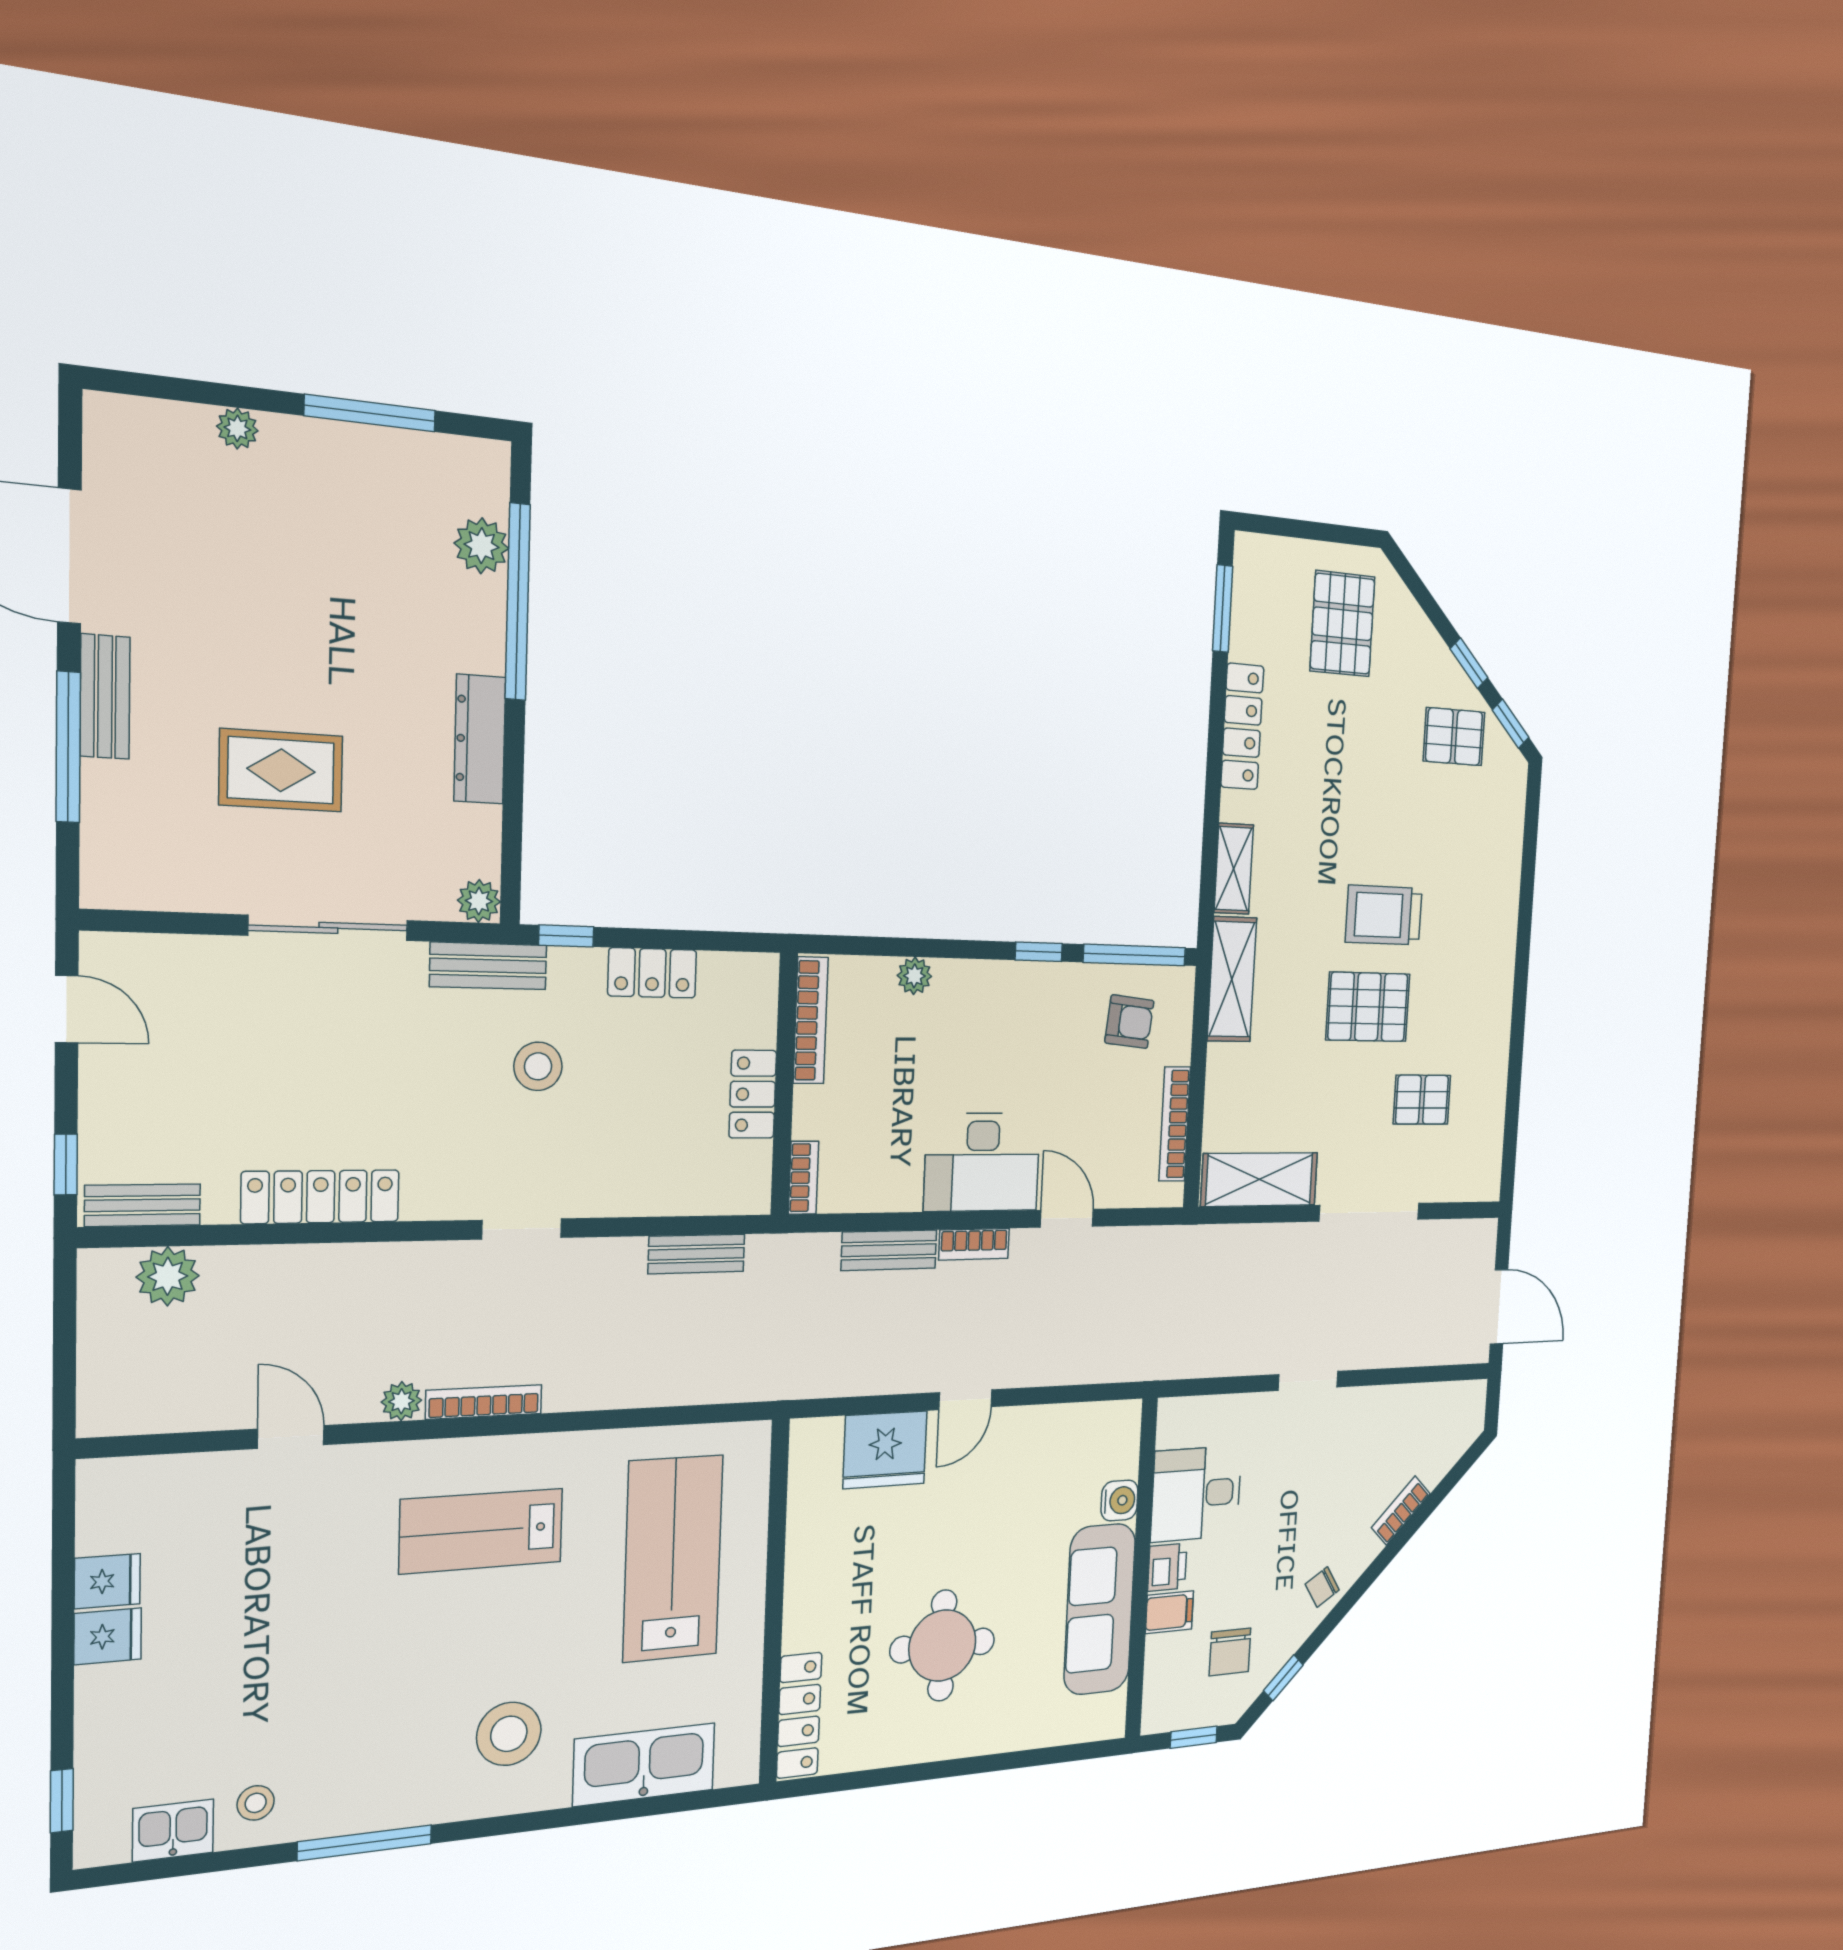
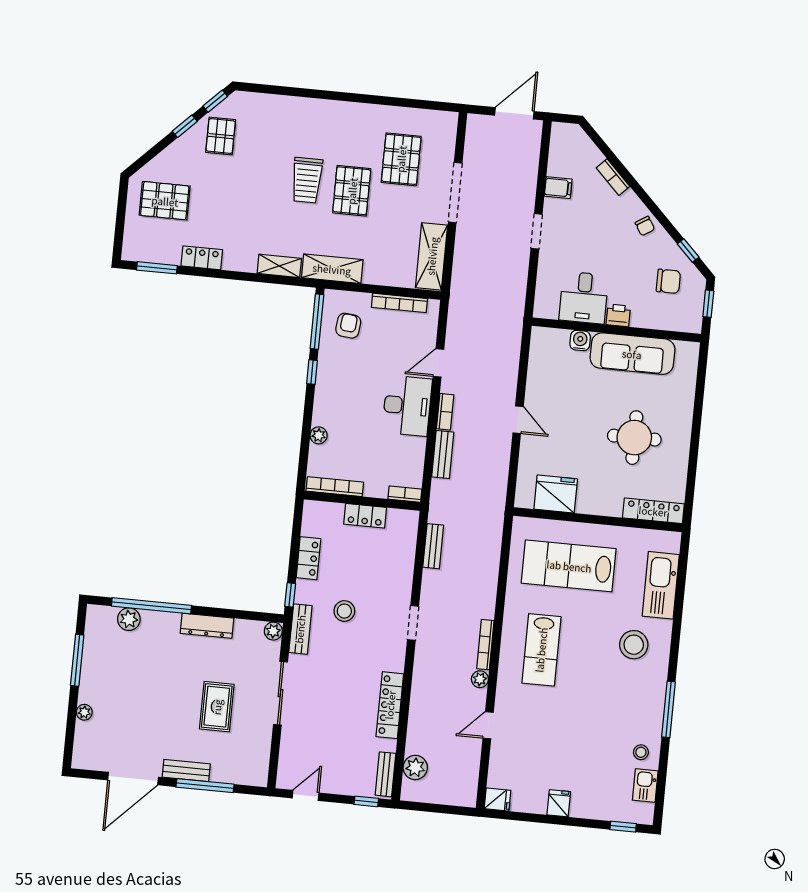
locker: (1242, 727) -> (202, 258), width x0.66
pallet: (1422, 1100) -> (401, 159), width x1.50, depth x1.42
fridge: (885, 1450) -> (556, 494), moved, turned -90
fridge: (107, 1581) -> (498, 800), moved, turned 90
filing cabinet: (1169, 1612) -> (558, 188), moved, turned 90

